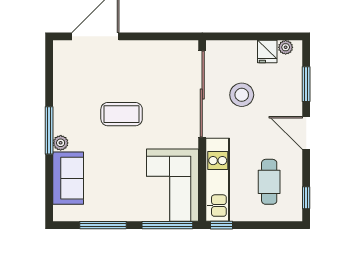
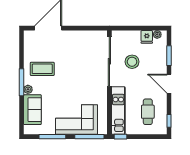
coffee table: (122, 114) -> (42, 69), moved
corner sofa: (173, 185) -> (77, 120), moved, turned 90

